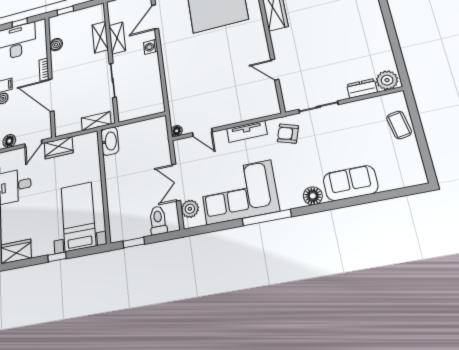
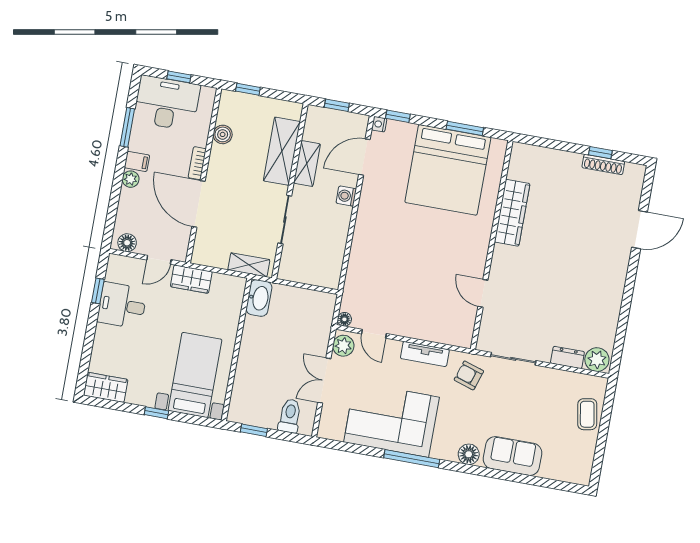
shelving: (100, 37) -> (282, 151), width x1.50, depth x1.33
plant: (190, 209) -> (343, 346), moved

